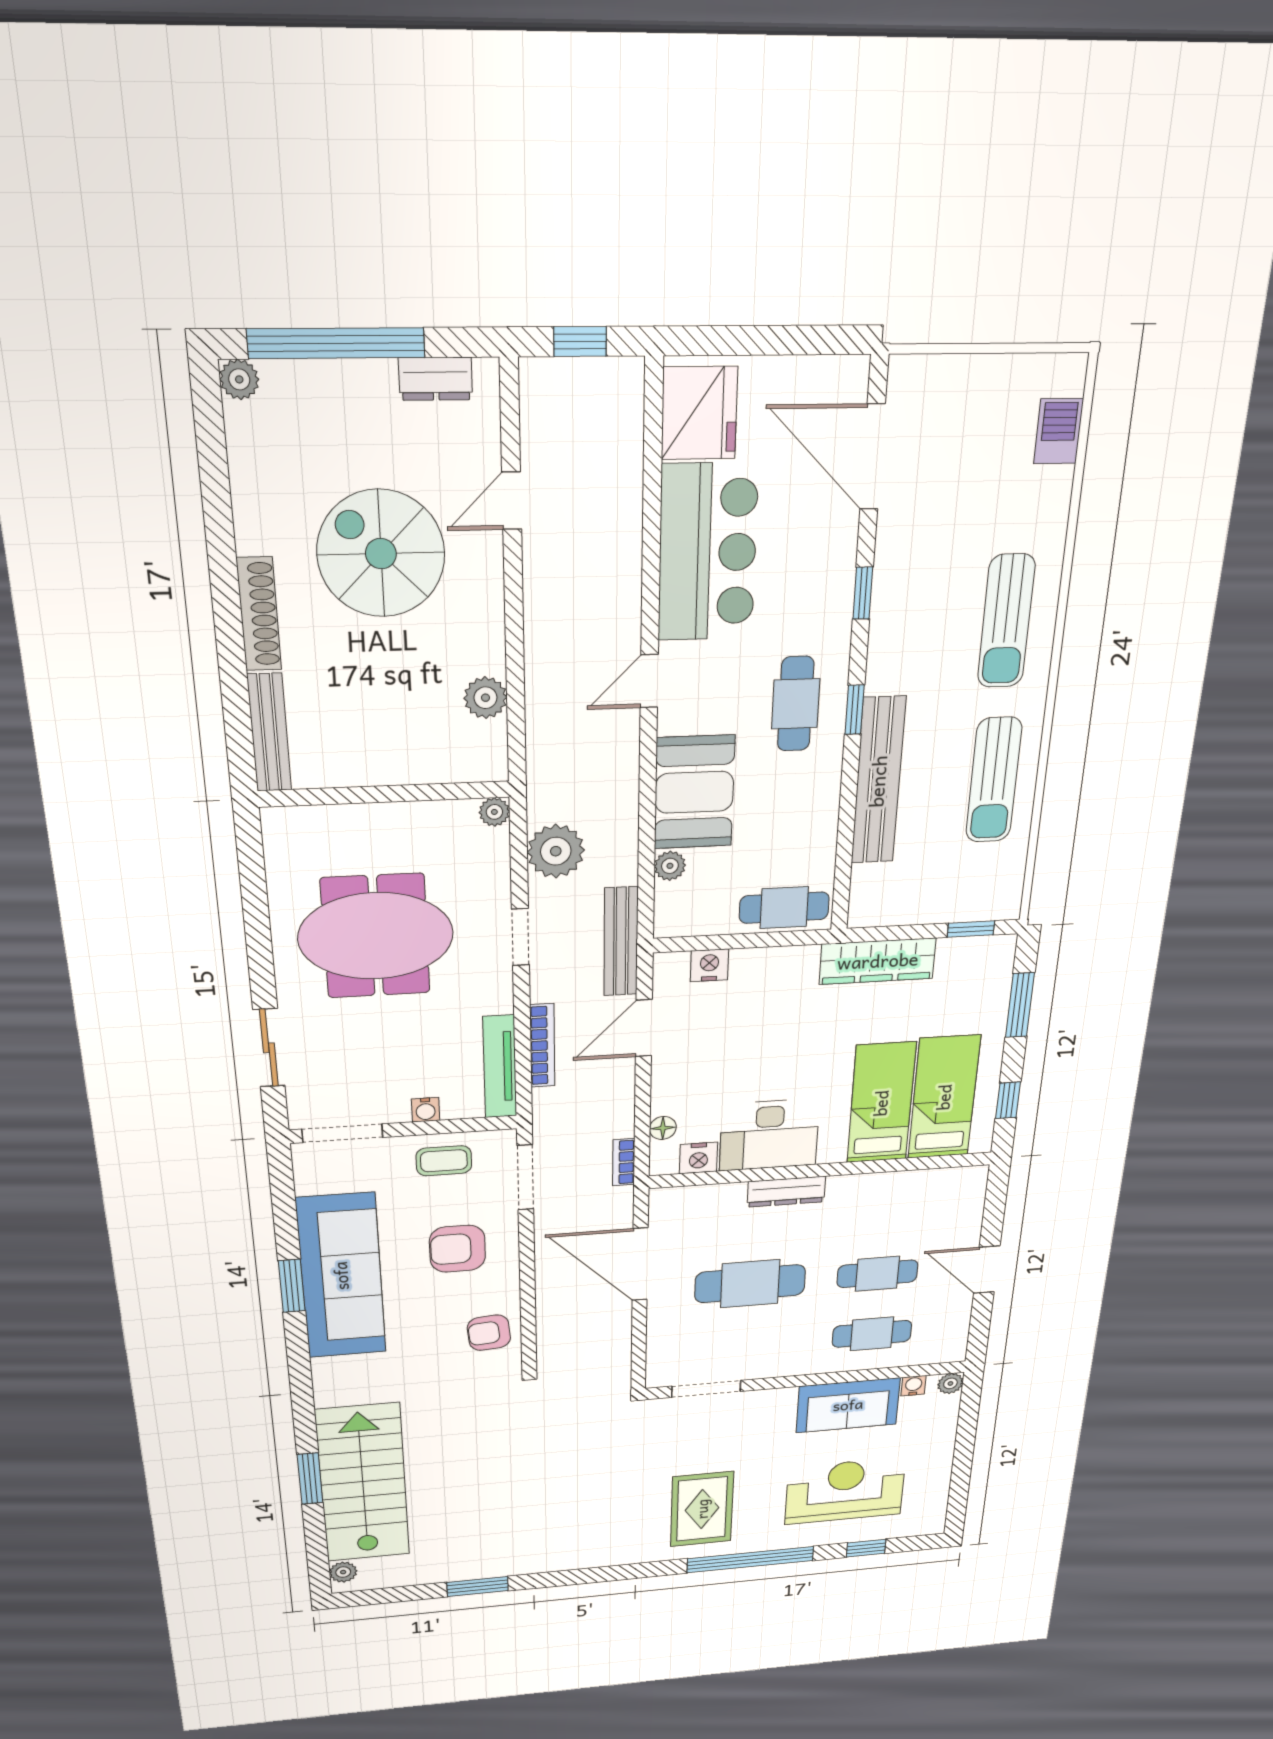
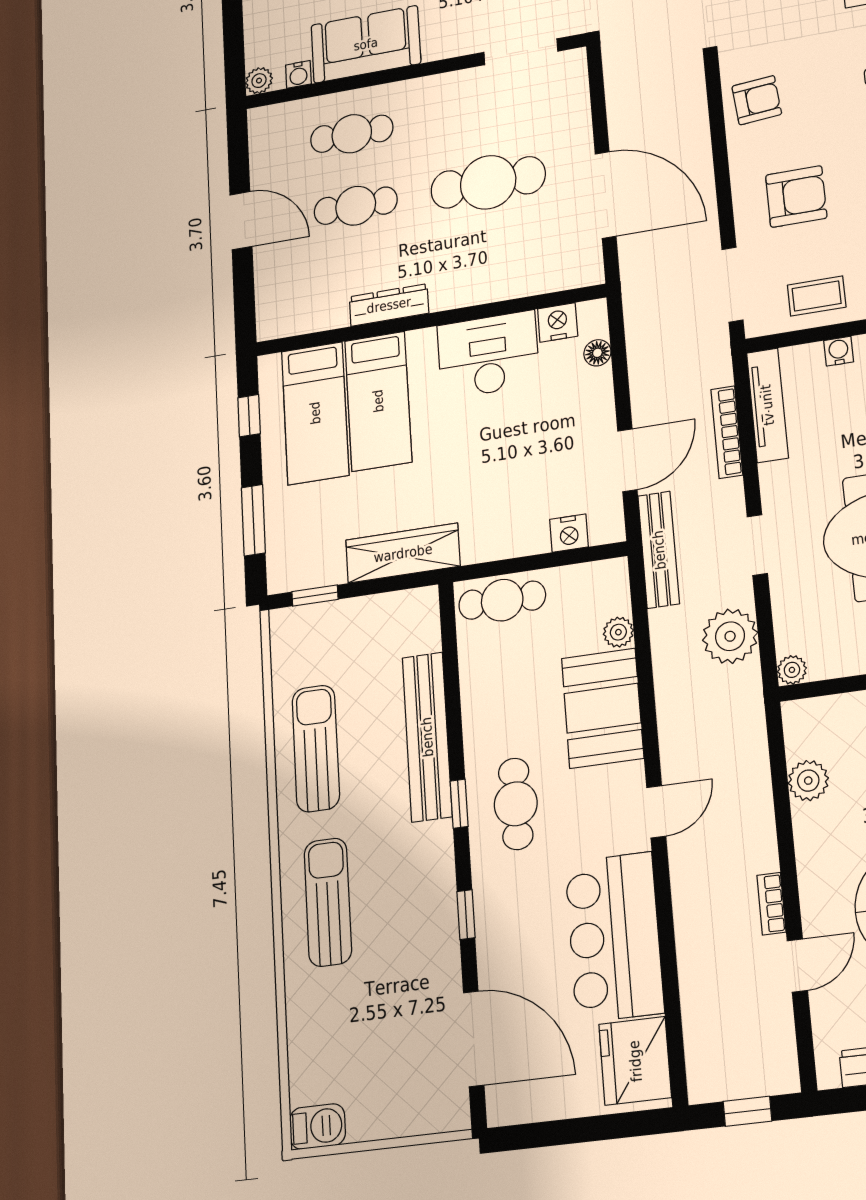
barbecue: (1059, 431) -> (317, 1127), moved, turned -90
bookcase: (624, 1162) -> (771, 904), moved, turned 180
dresser: (786, 1192) -> (389, 305), moved

